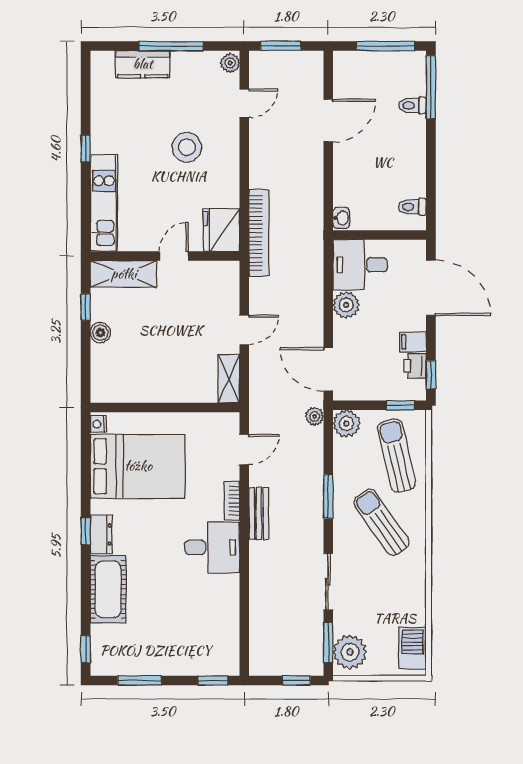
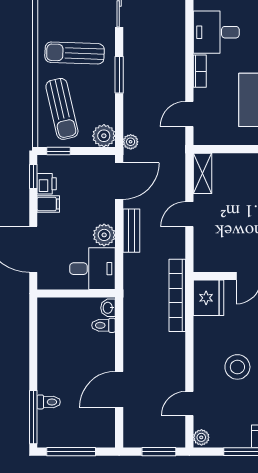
toilet: (412, 207) -> (104, 325), moved, turned 180
door: (328, 369) -> (119, 181), hinge flipped
bench: (259, 513) -> (131, 231), moved
sun lounger: (381, 522) -> (75, 53), turned 127

